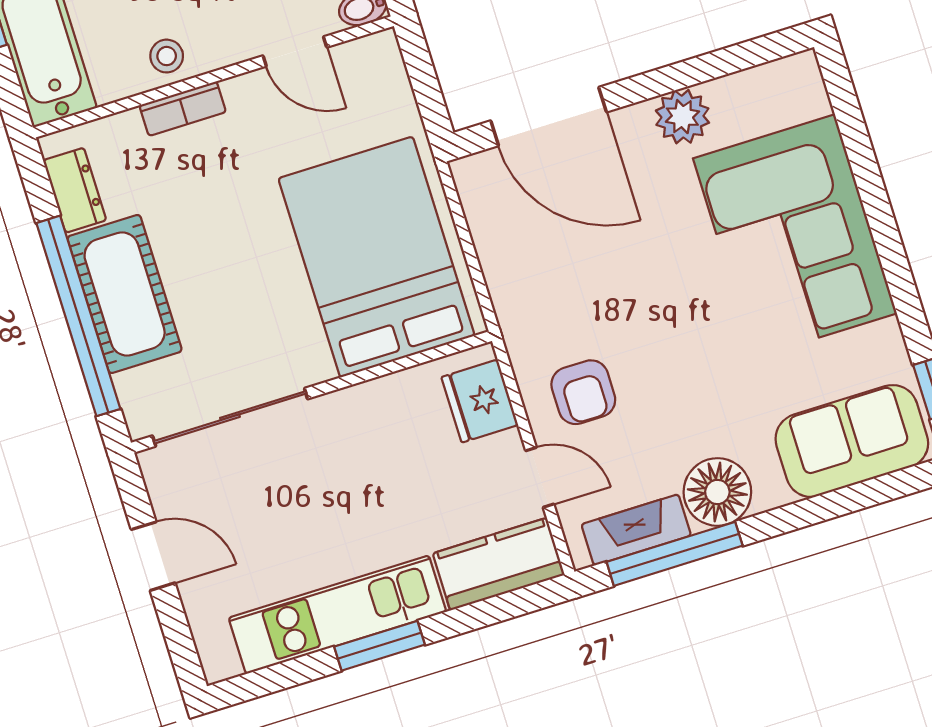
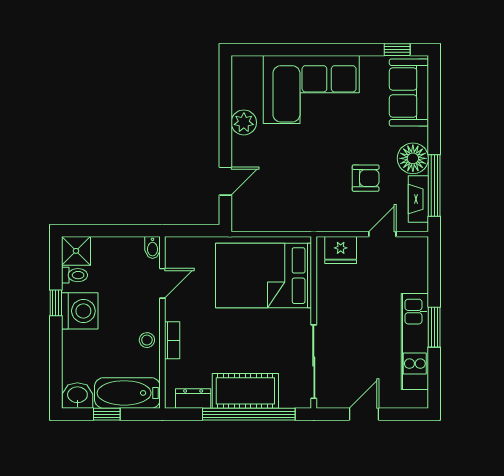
door: (549, 116) -> (225, 181), width x0.53
armchair: (583, 392) -> (366, 178), moved
kitchen counter: (499, 564) -> (415, 264), removed

